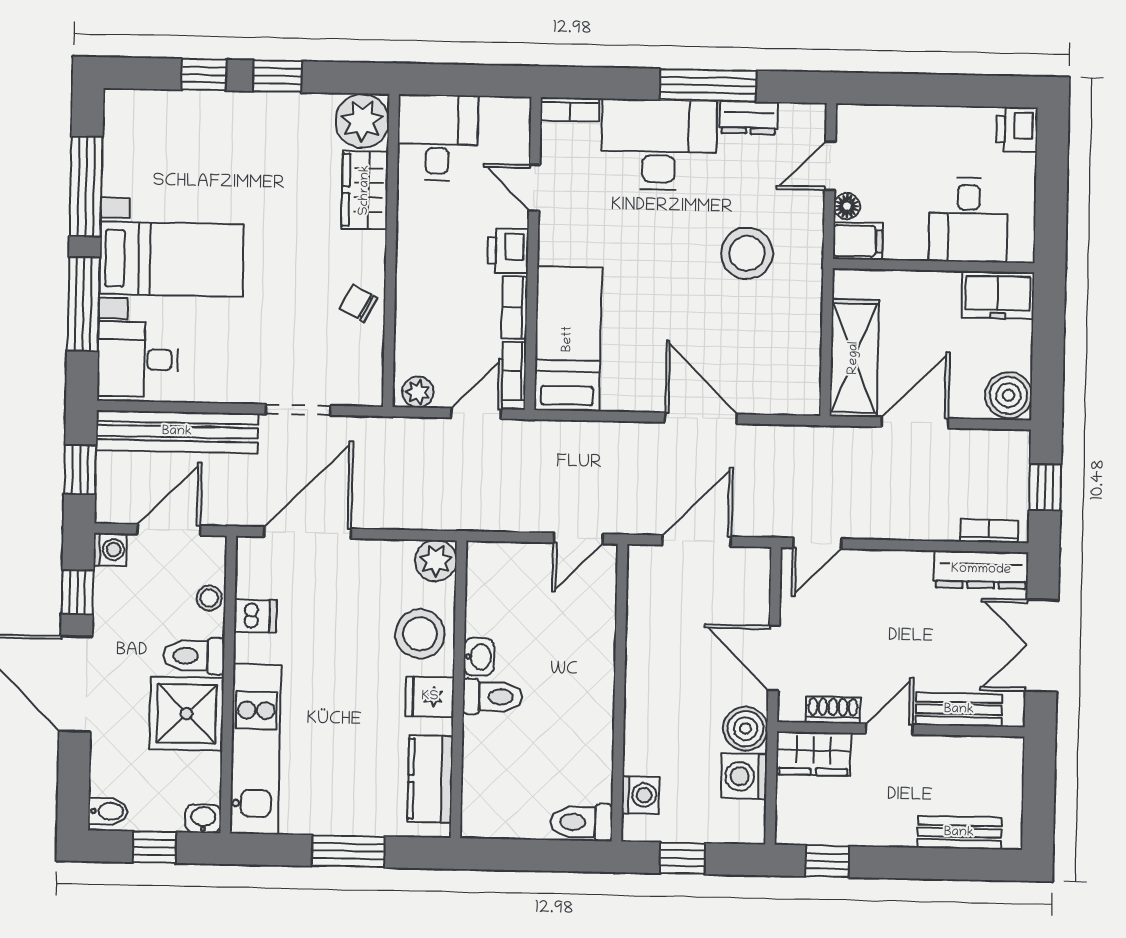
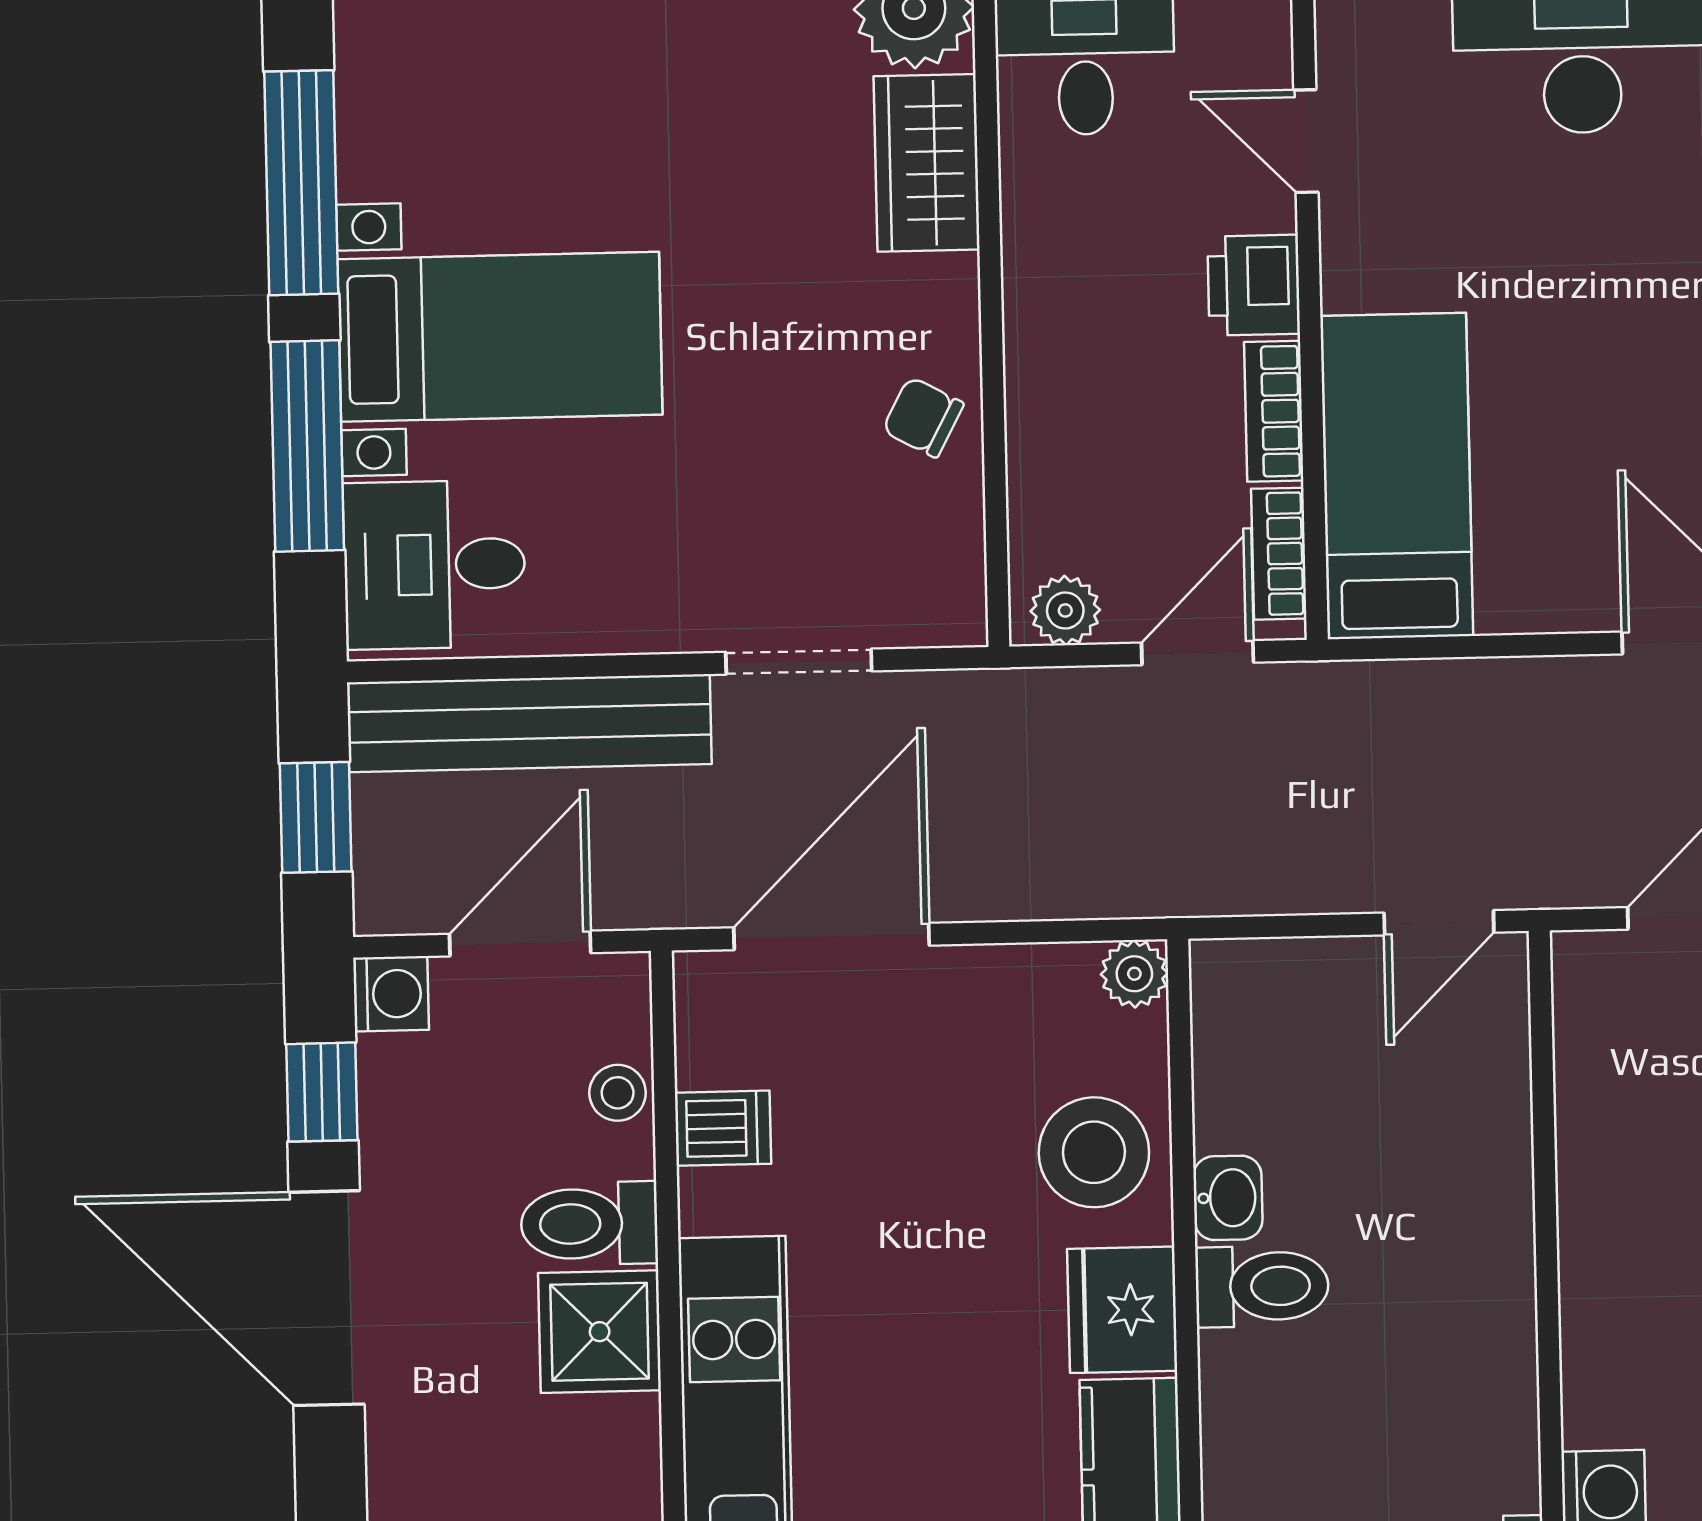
plant: (436, 561) -> (1134, 974), width x0.73, depth x0.73
fridge: (430, 697) -> (1122, 1310), width x1.38
shower: (187, 714) -> (600, 1332), width x0.73, depth x0.73

